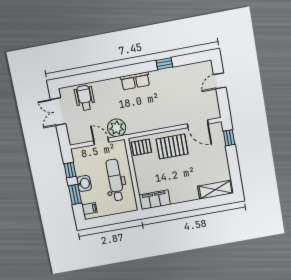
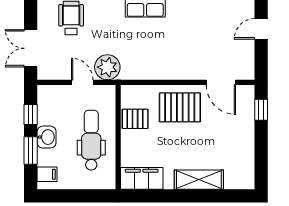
double door: (58, 112) -> (31, 48), moved
pallet: (141, 147) -> (135, 119), moved
shelving: (216, 190) -> (199, 180), moved

